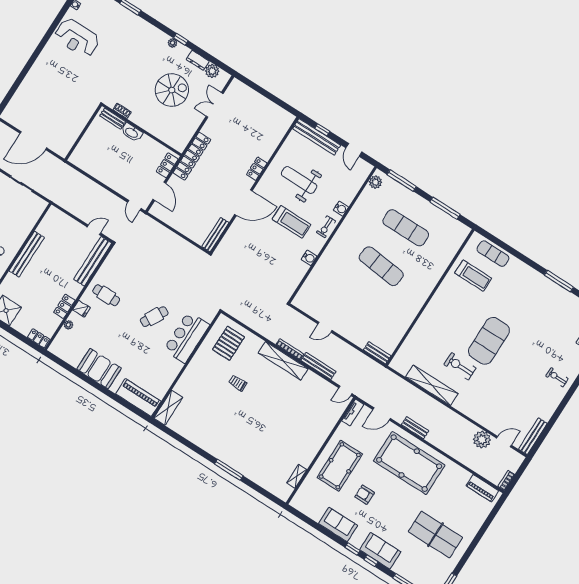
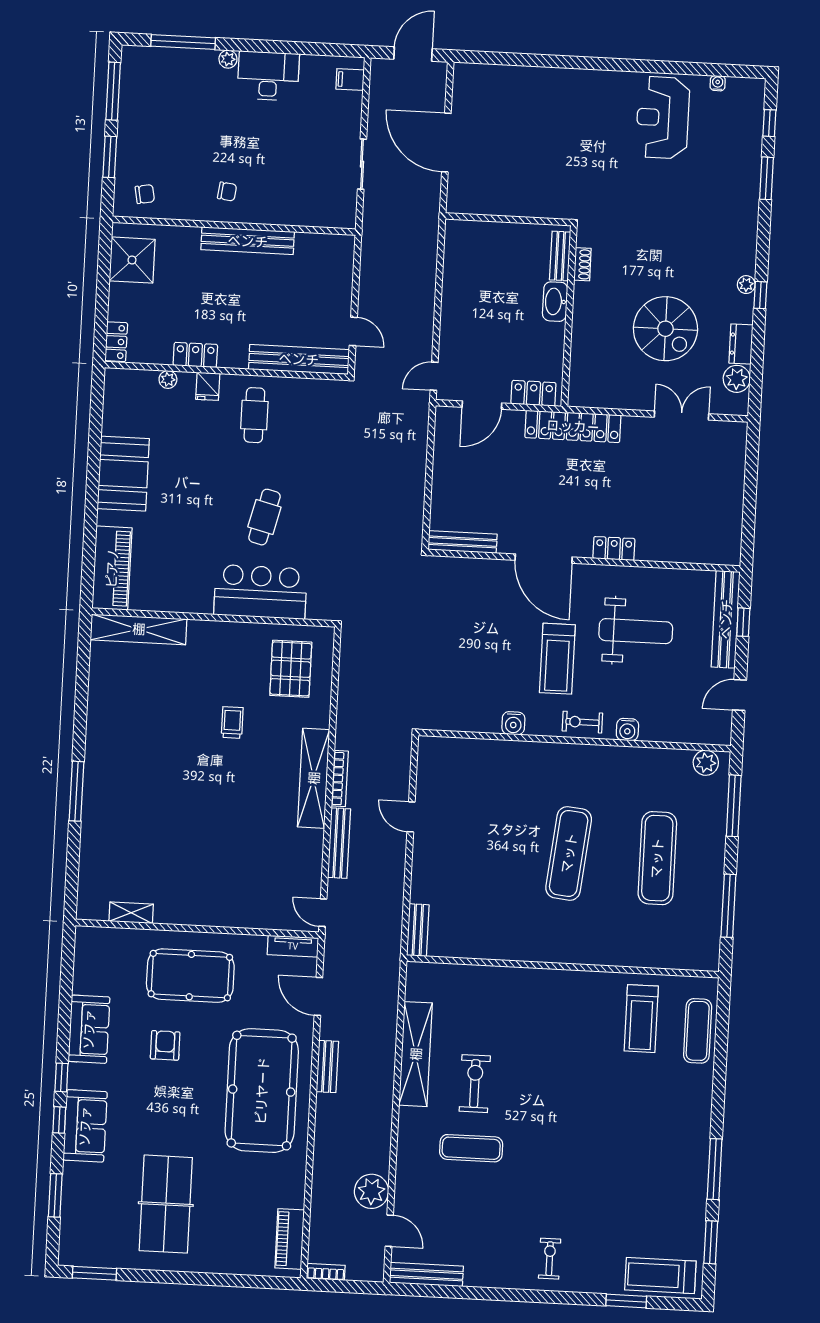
weight bench: (299, 180) -> (636, 631), turned 90
cafe table: (154, 317) -> (264, 517), turned 75
exercise mat: (489, 341) -> (471, 1148), moved, width x0.50, depth x0.69
pallet: (229, 343) -> (291, 669), turned 90
shelving: (168, 408) -> (139, 629), width x1.47

